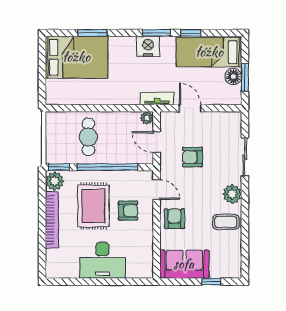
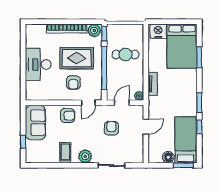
nightstand: (148, 46) -> (158, 31), moved, turned -90
window: (245, 77) -> (183, 165), moved
tv unit: (157, 99) -> (153, 84), moved

